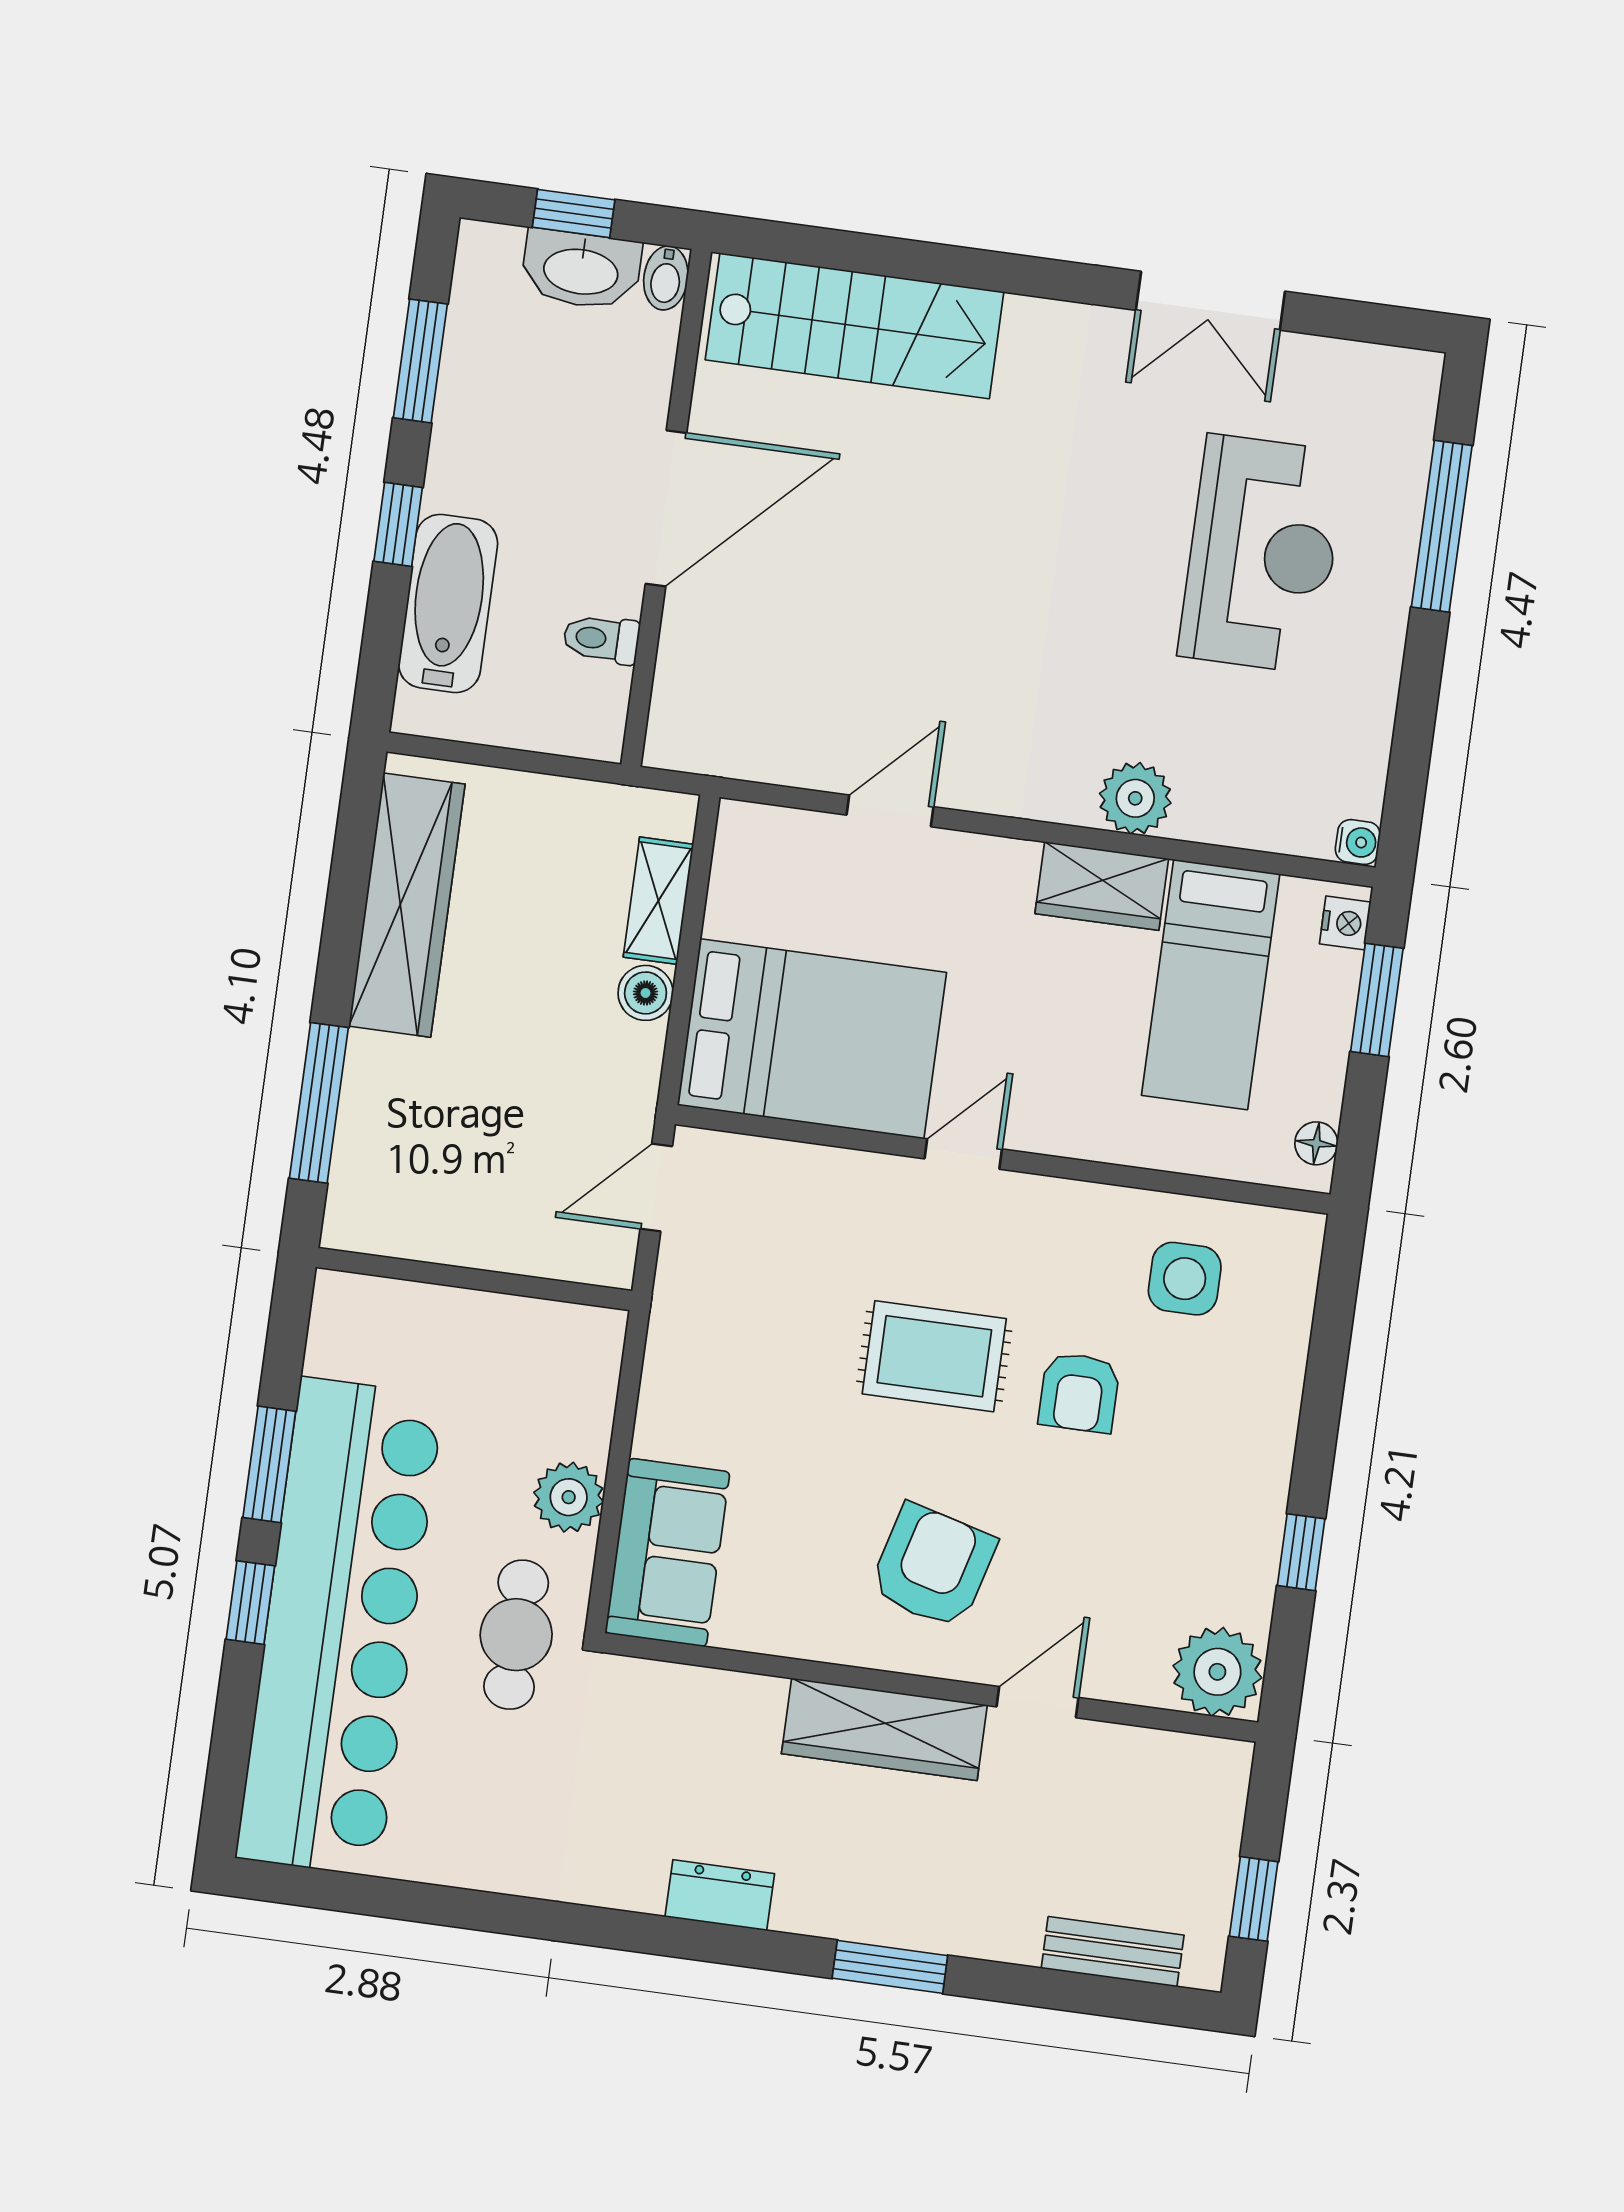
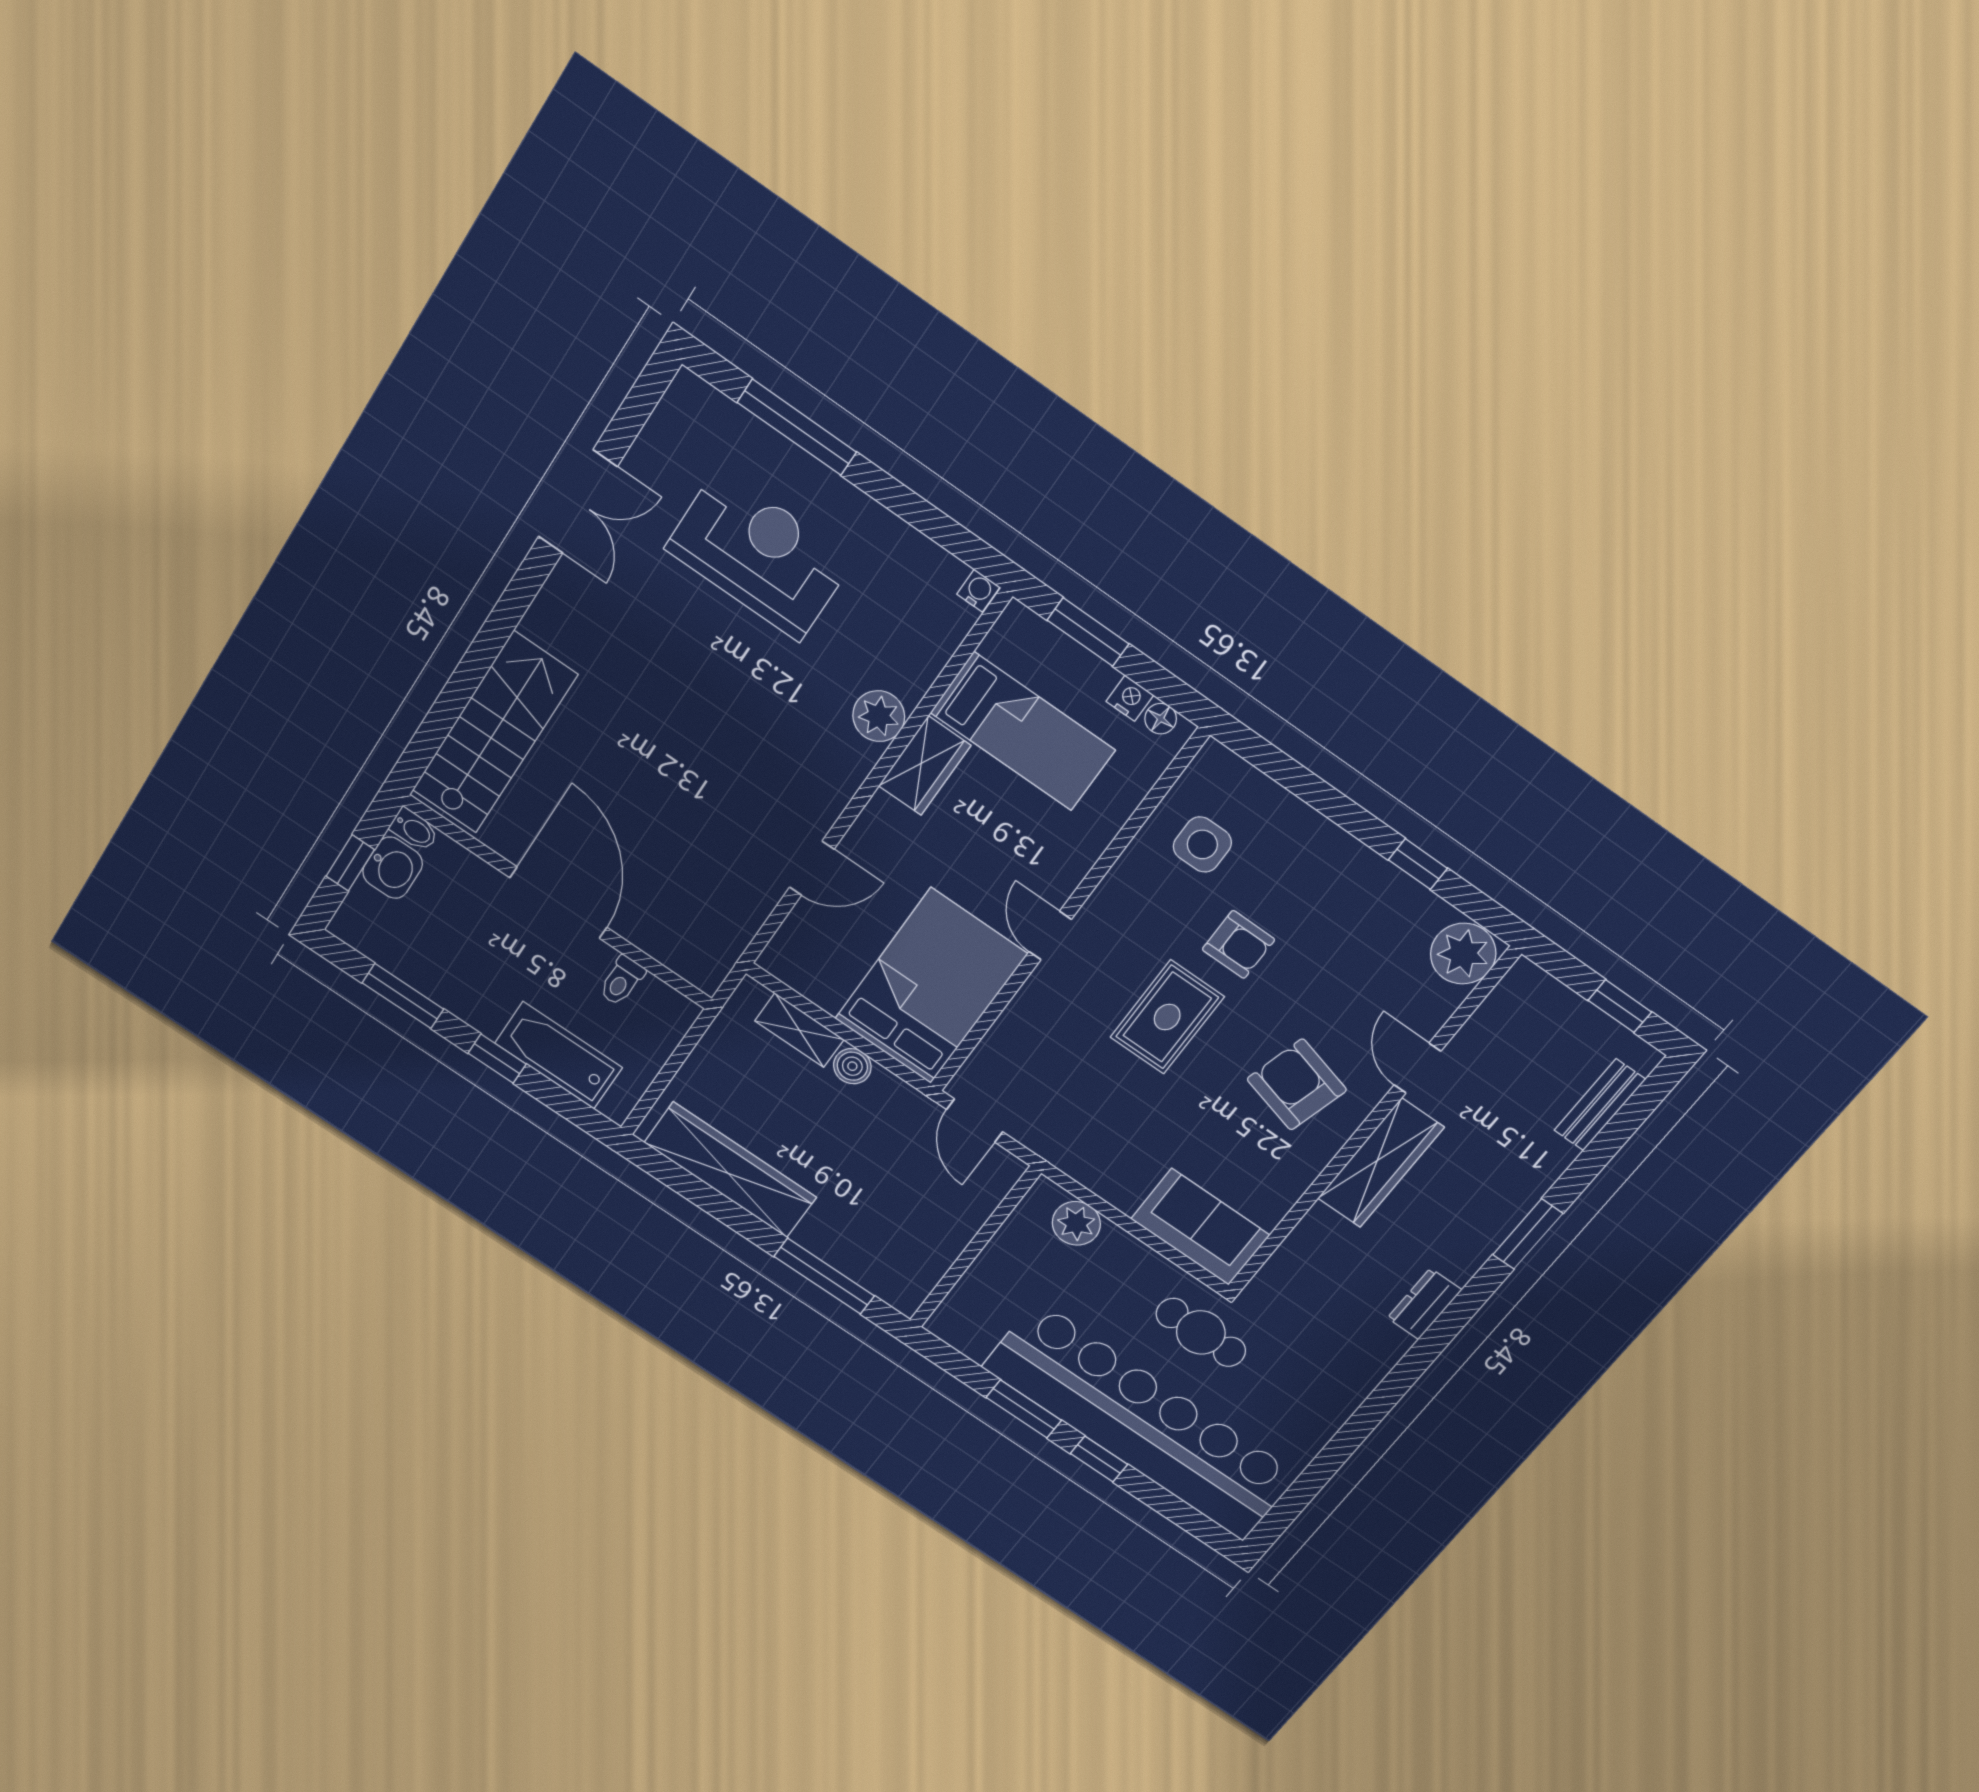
washbasin: (581, 270) -> (393, 868), width x0.72
door: (890, 811) -> (812, 868), swing flipped
nightstand: (1345, 923) -> (1130, 698), moved
plant: (569, 1497) -> (1076, 1223), moved

